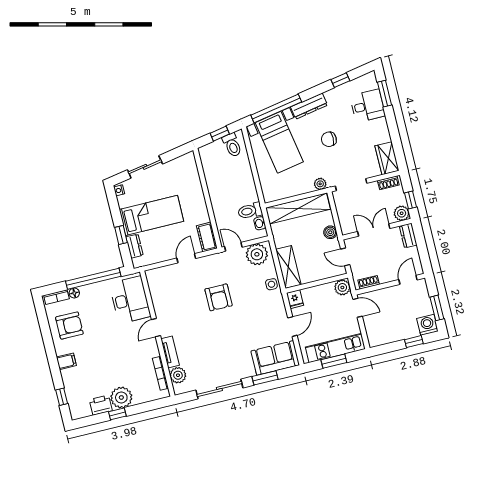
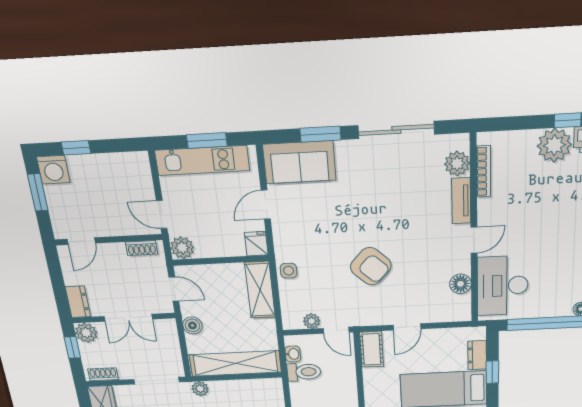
plant: (257, 254) -> (312, 321), width x0.53, depth x0.53
floor lamp: (158, 296) -> (460, 284), added
armchair: (219, 297) -> (371, 266), turned 133

